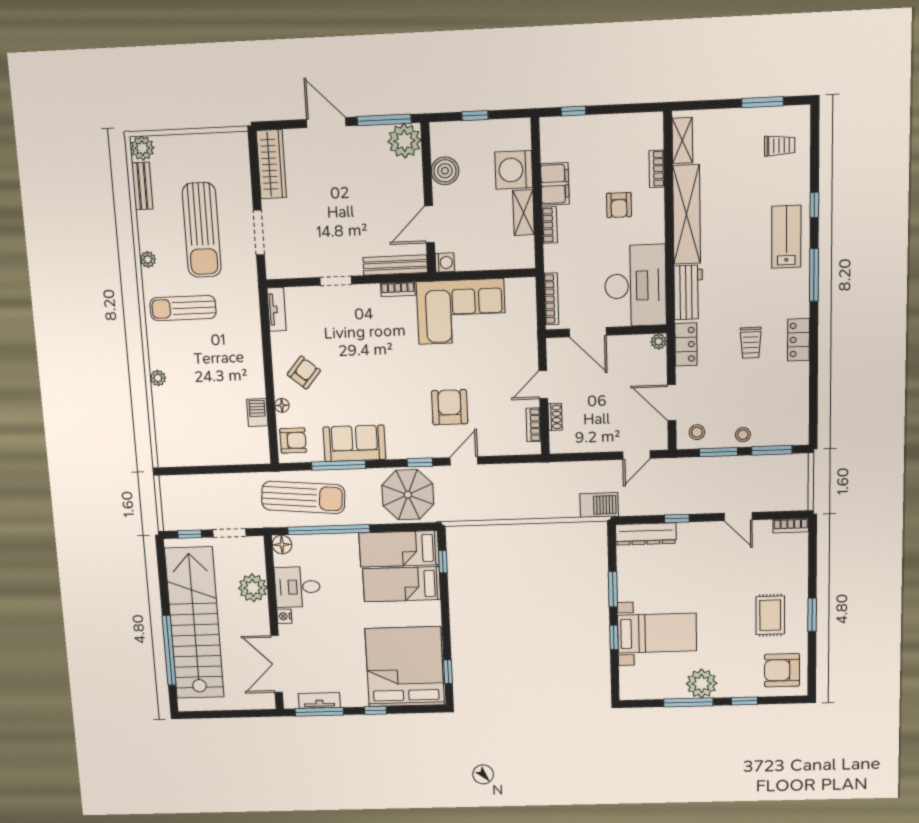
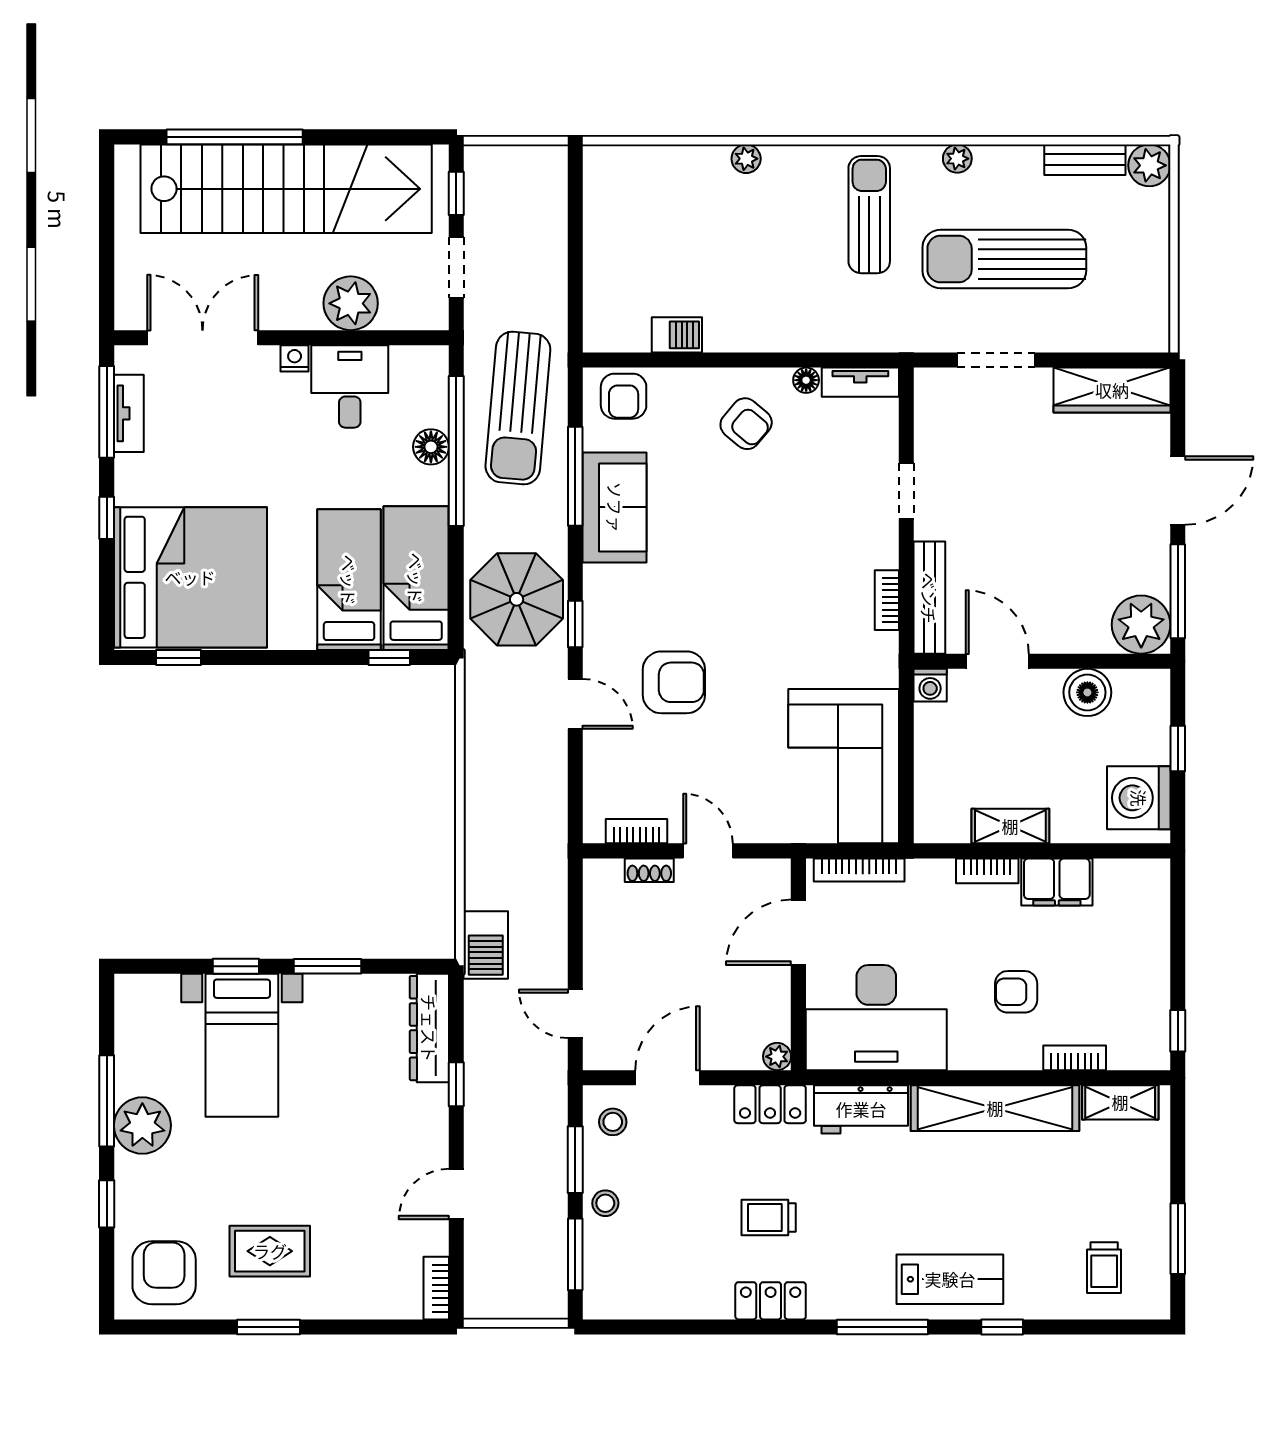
window: (573, 111) -> (1178, 1031), moved
washing machine: (514, 170) -> (1139, 798), moved, turned -90
corner sofa: (461, 311) -> (844, 766), moved
floor lamp: (282, 405) -> (806, 380), moved
floor lamp: (282, 545) -> (431, 447), moved

